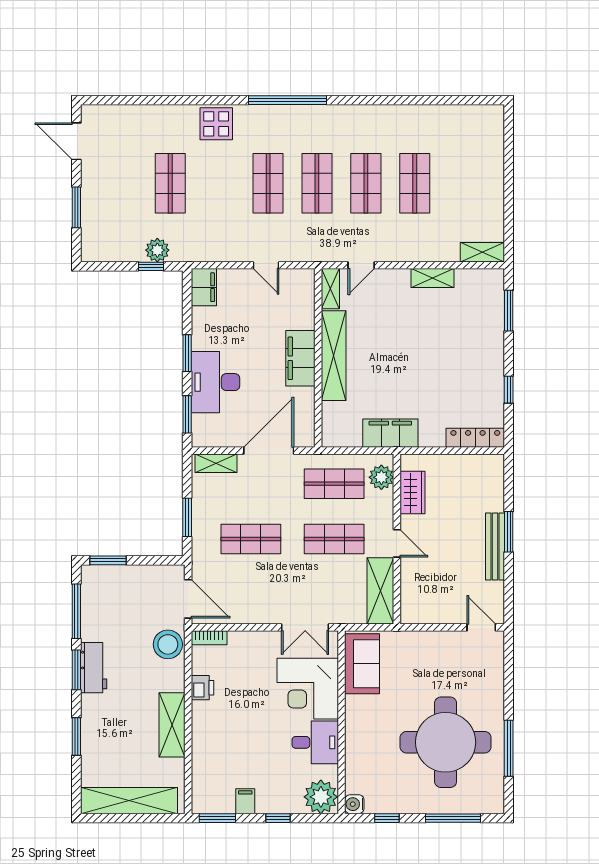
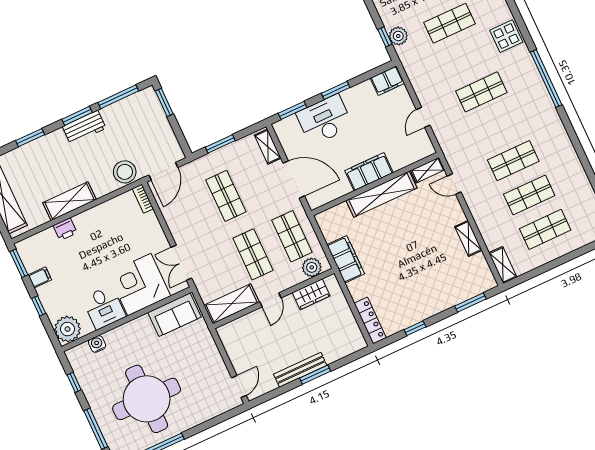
shop shelf: (317, 183) -> (545, 229), moved
printer: (202, 688) -> (65, 229), moved
water cooler: (354, 804) -> (97, 344), moved

